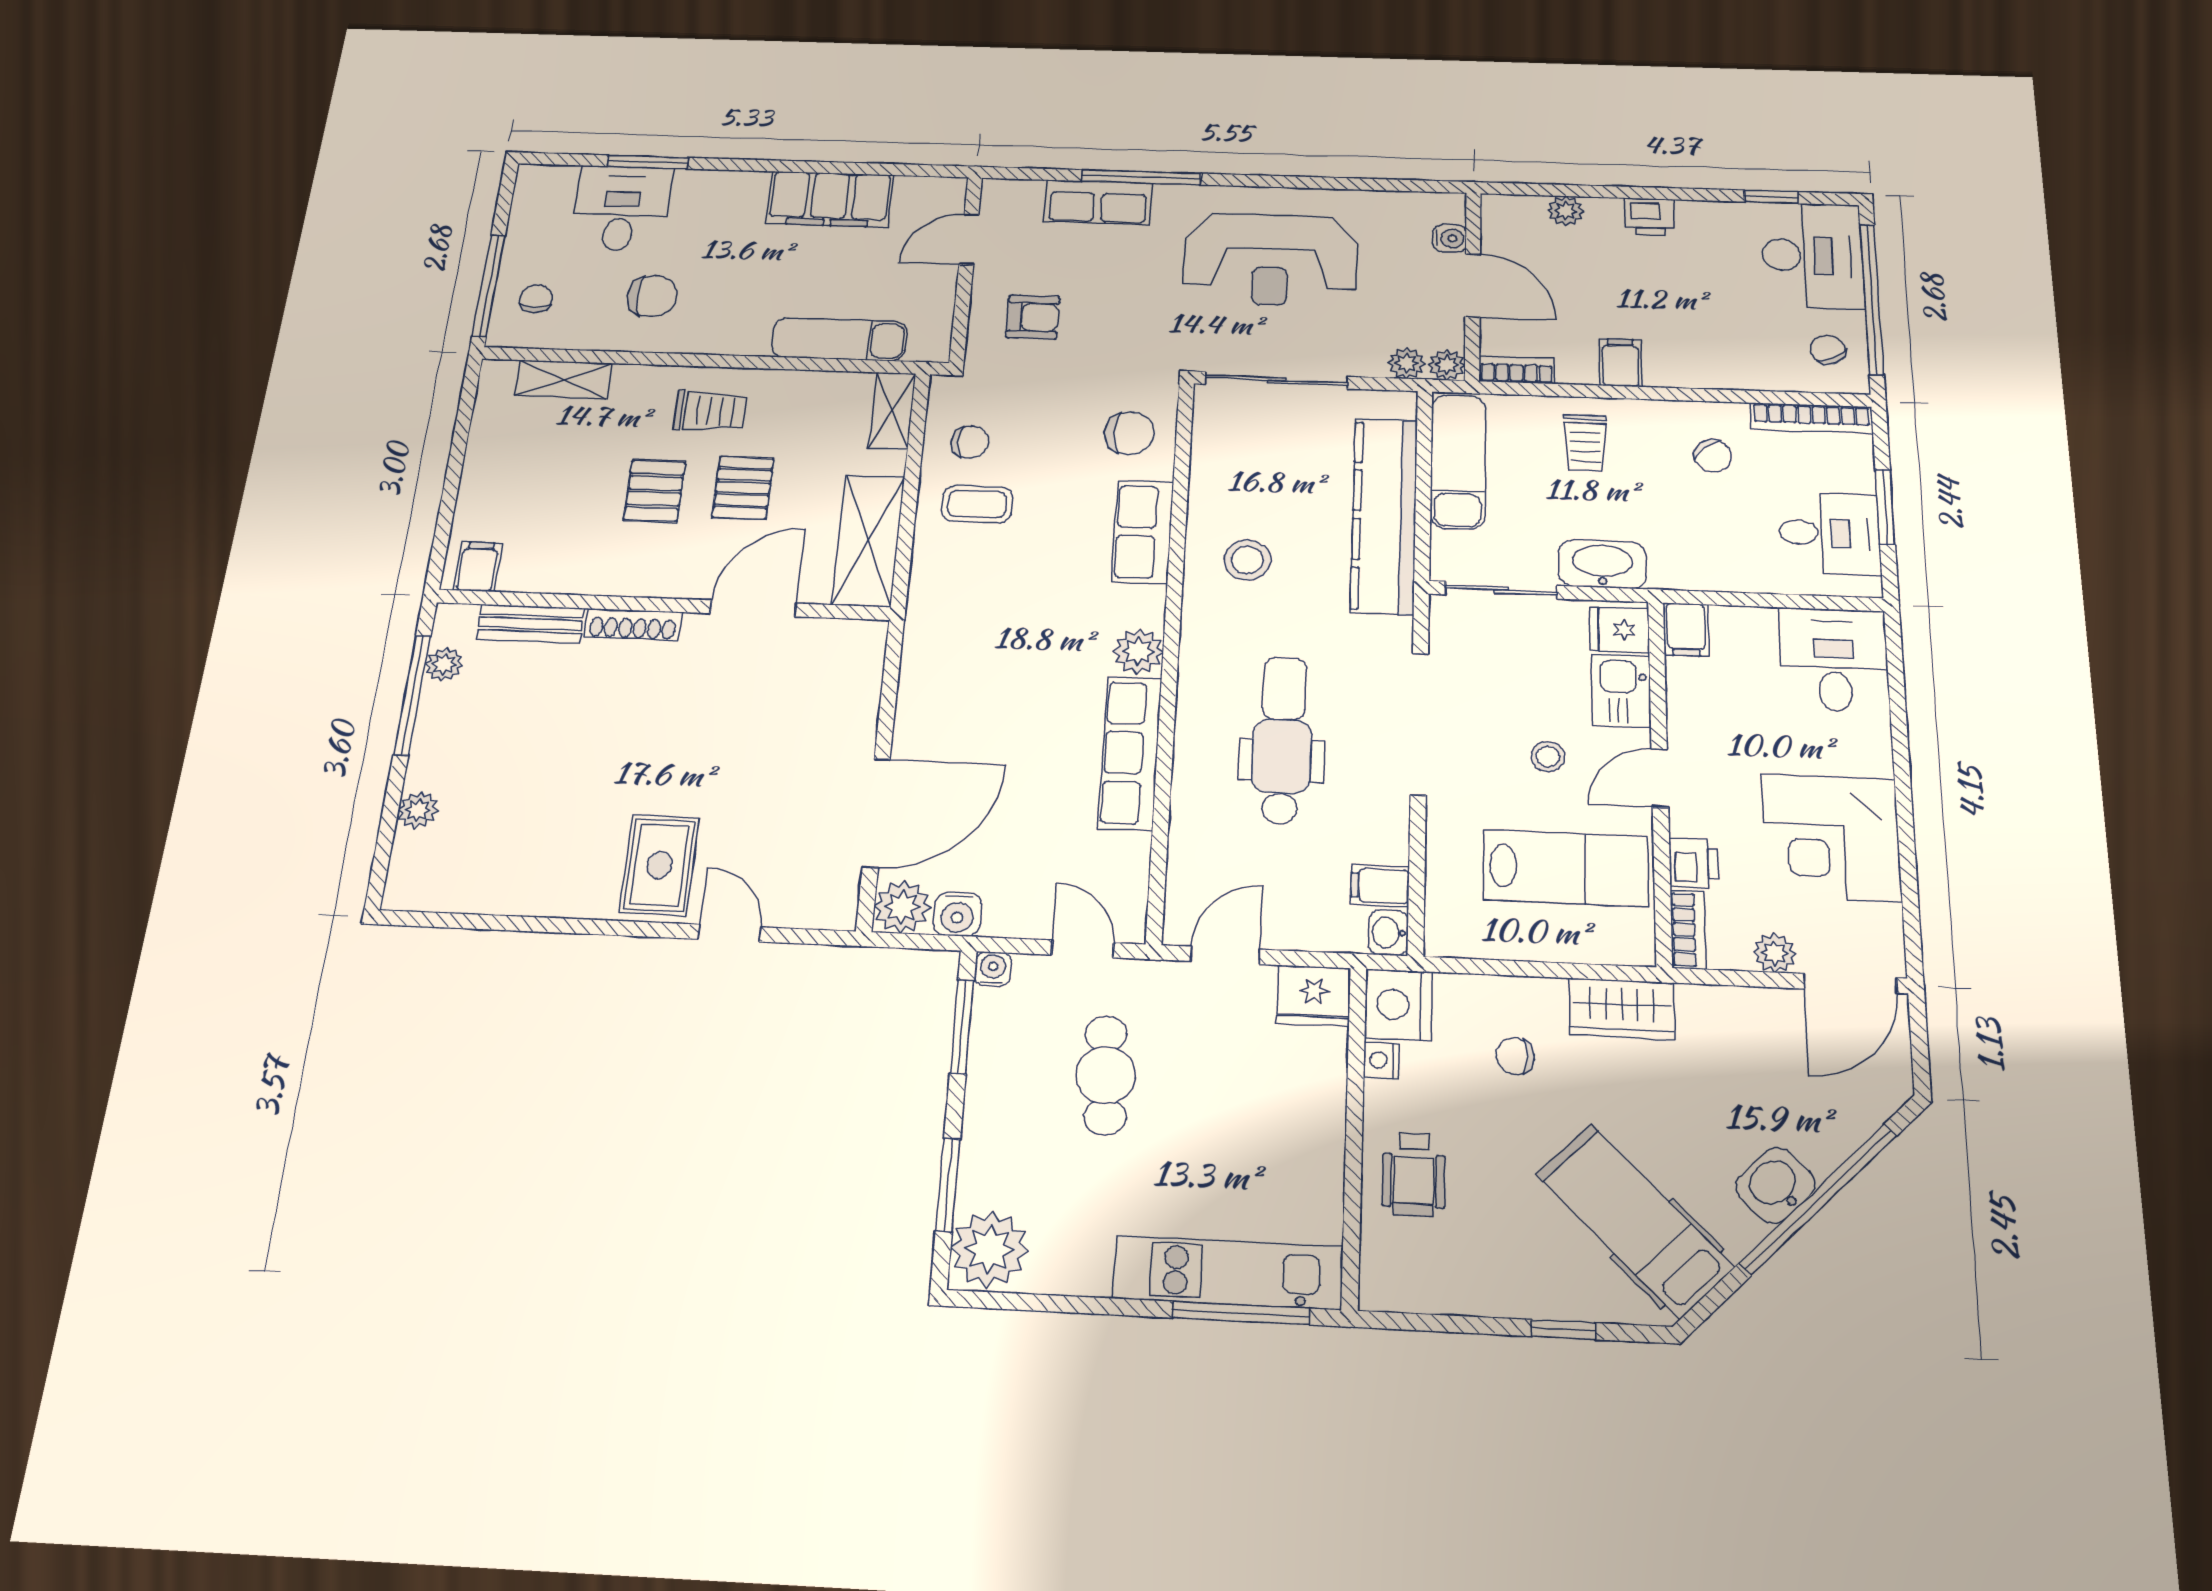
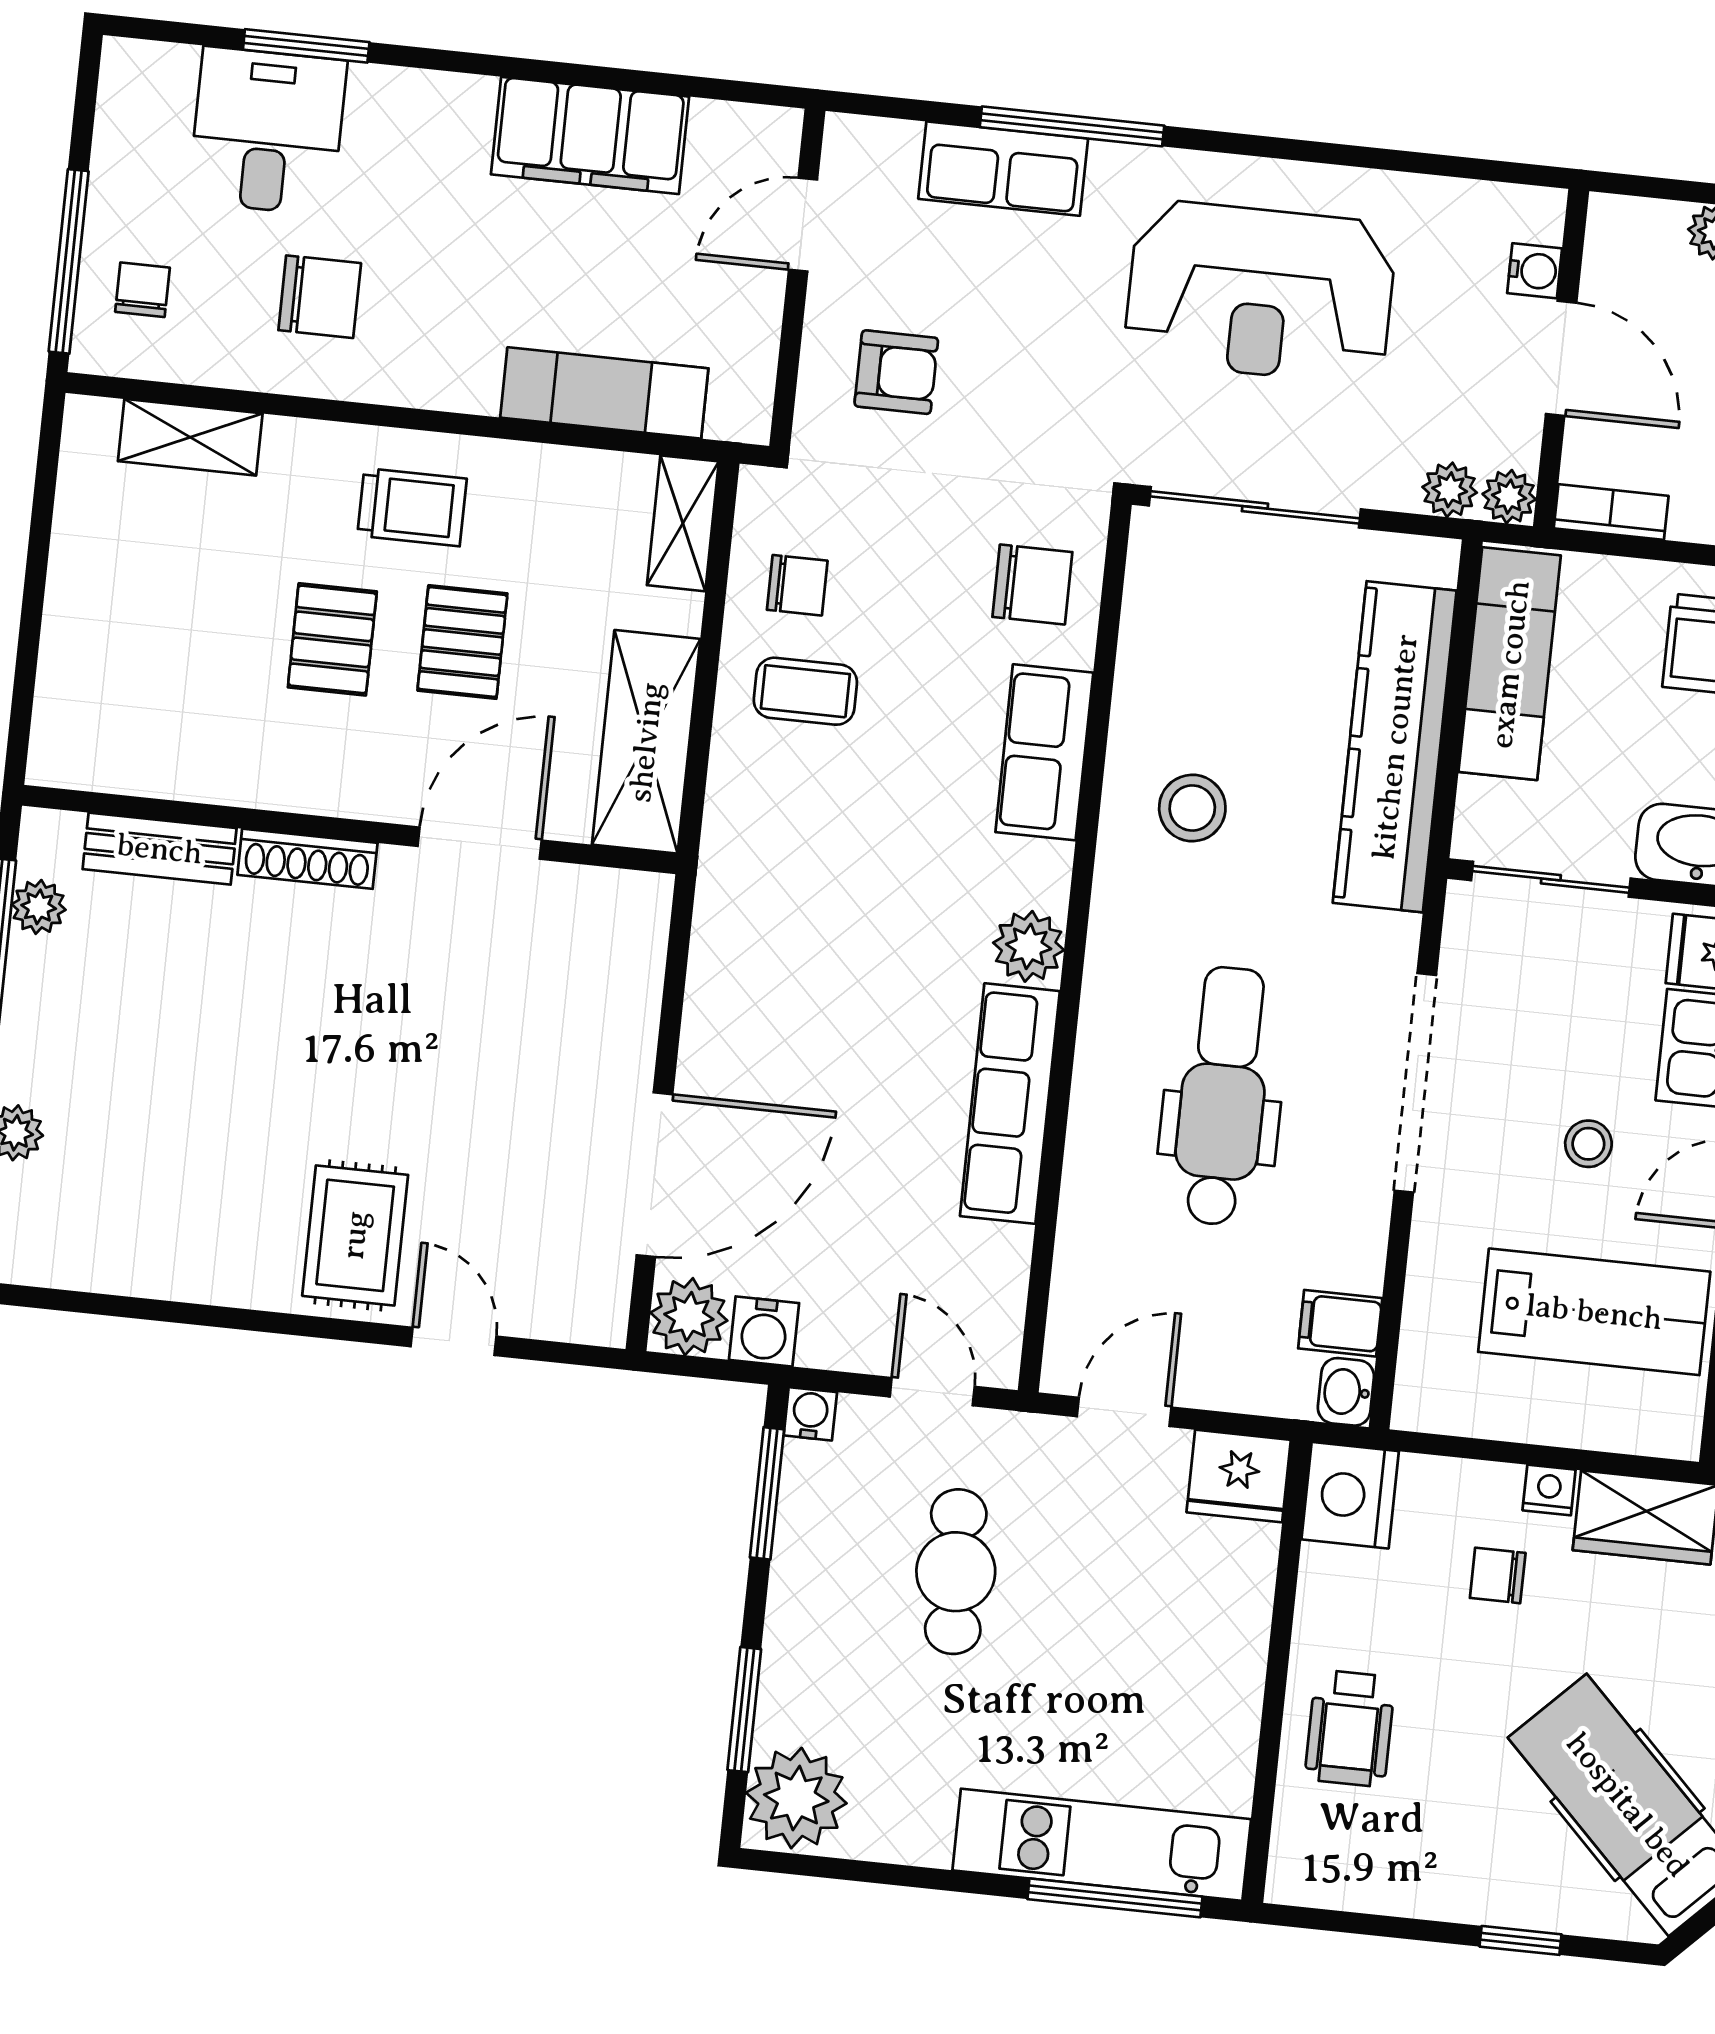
filing cabinet: (478, 567) -> (79, 750), removed
nightstand: (1381, 1060) -> (1549, 1490), moved, turned 90

